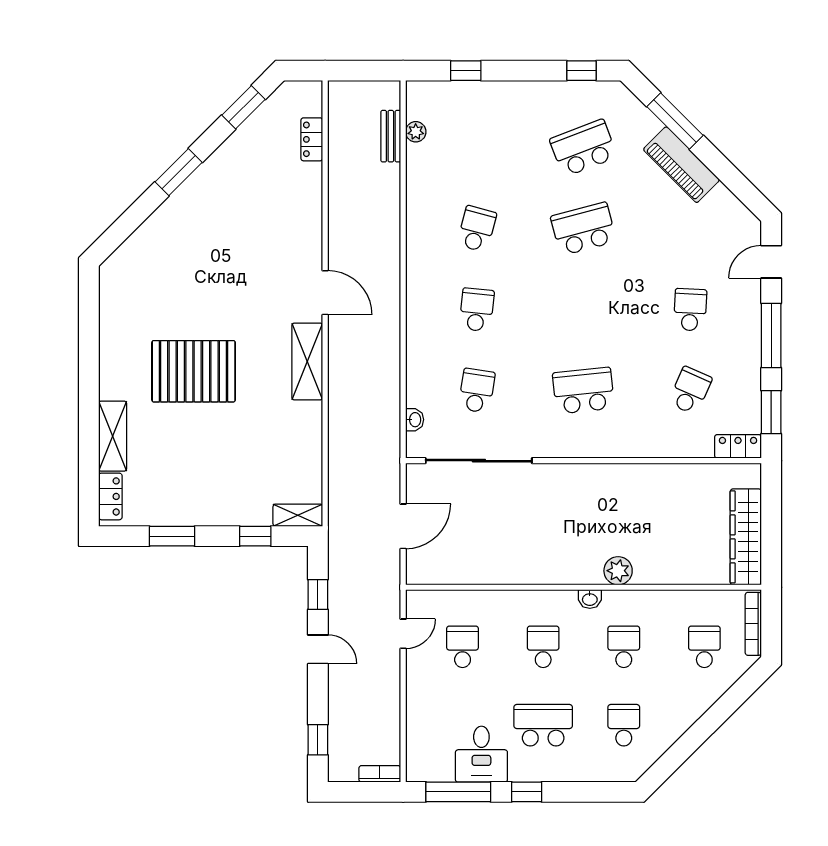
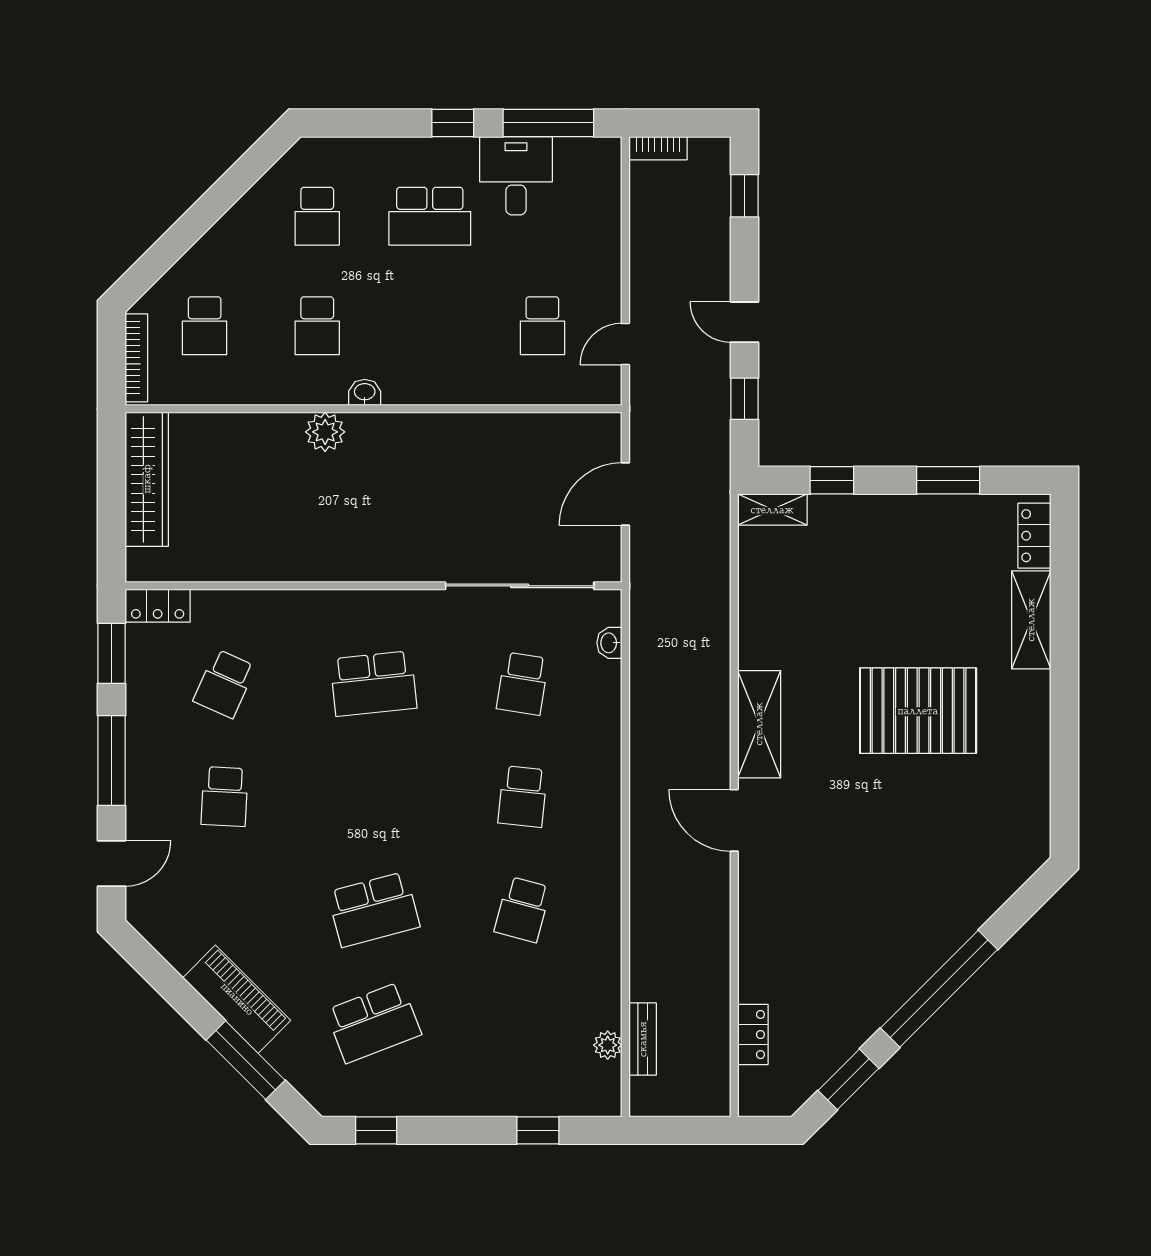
window: (179, 172) -> (939, 989), width x2.11
school desk: (543, 647) -> (430, 326), removed

